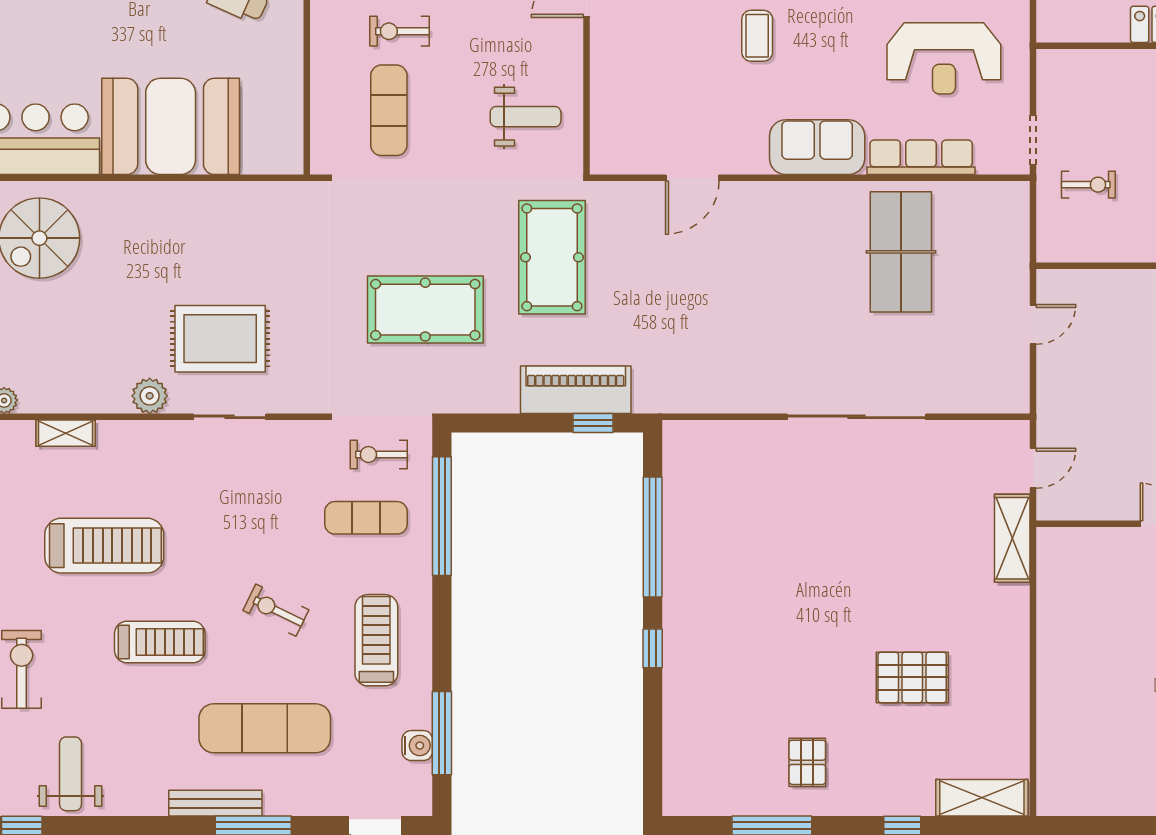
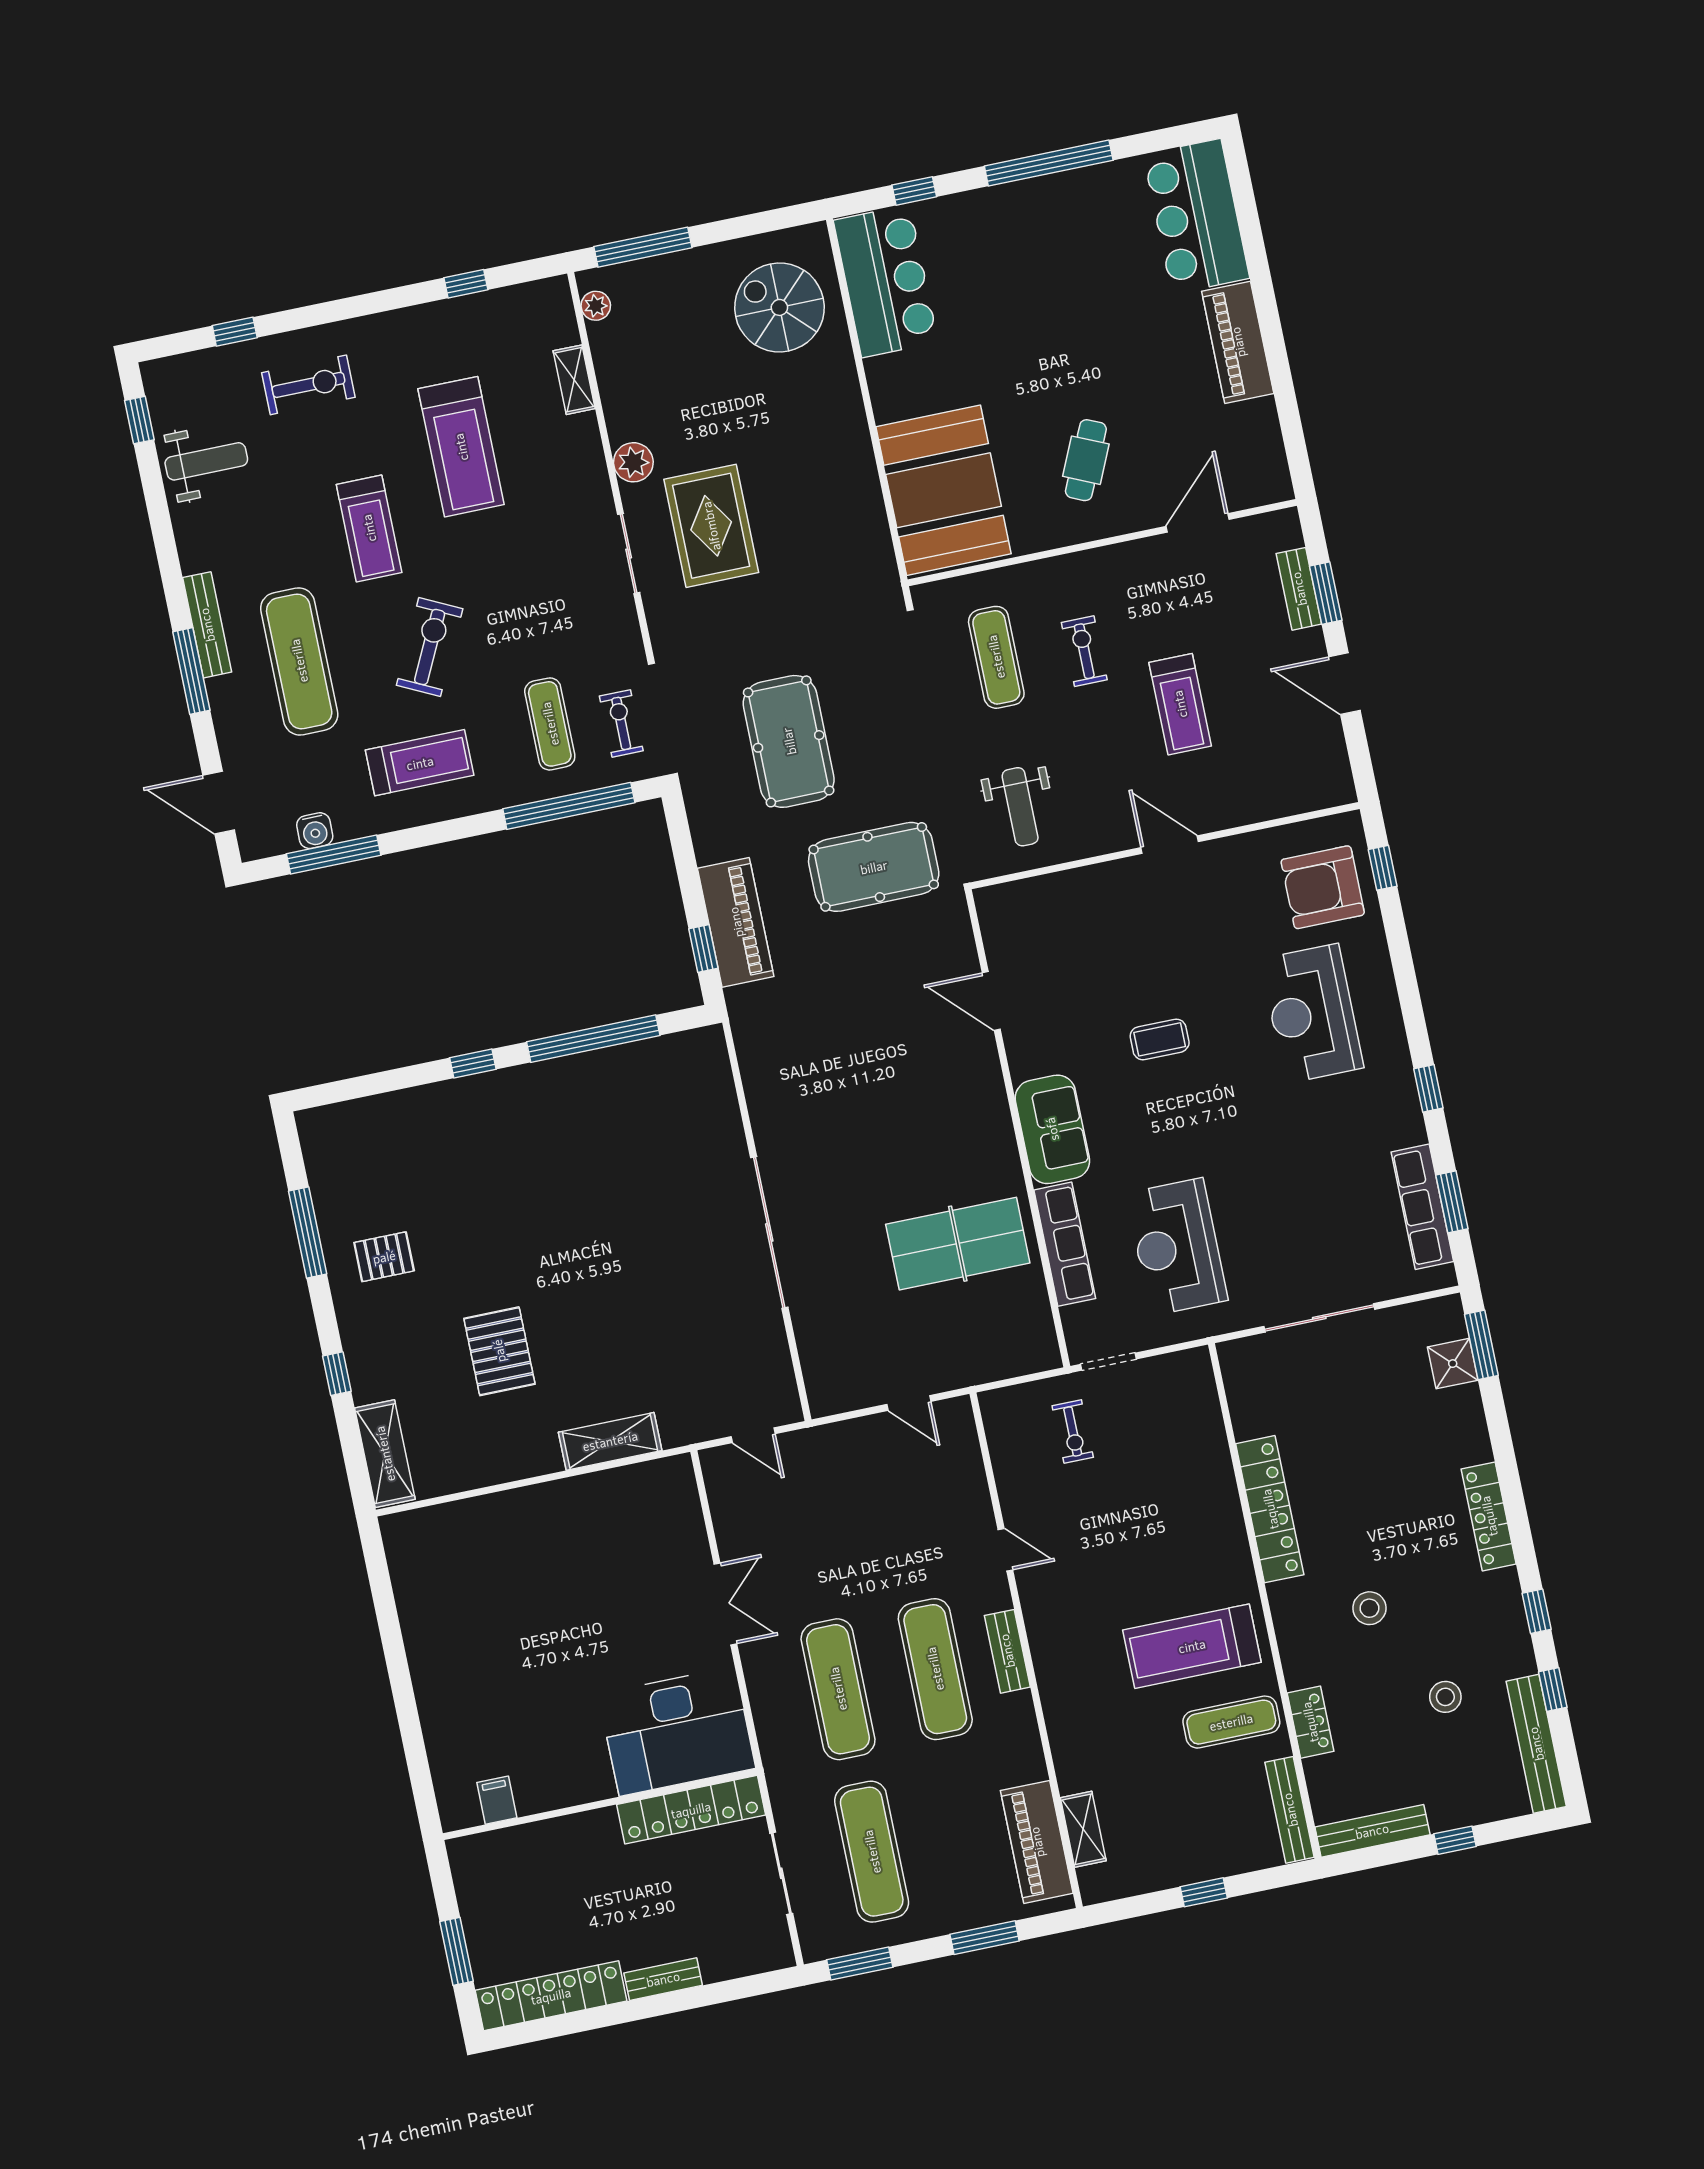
exercise mat: (389, 110) -> (996, 657), turned 90
booth: (171, 126) -> (943, 490), moved
shelving: (1012, 538) -> (610, 1441), moved
exercise bike: (276, 610) -> (430, 647), width x1.38, depth x1.39

